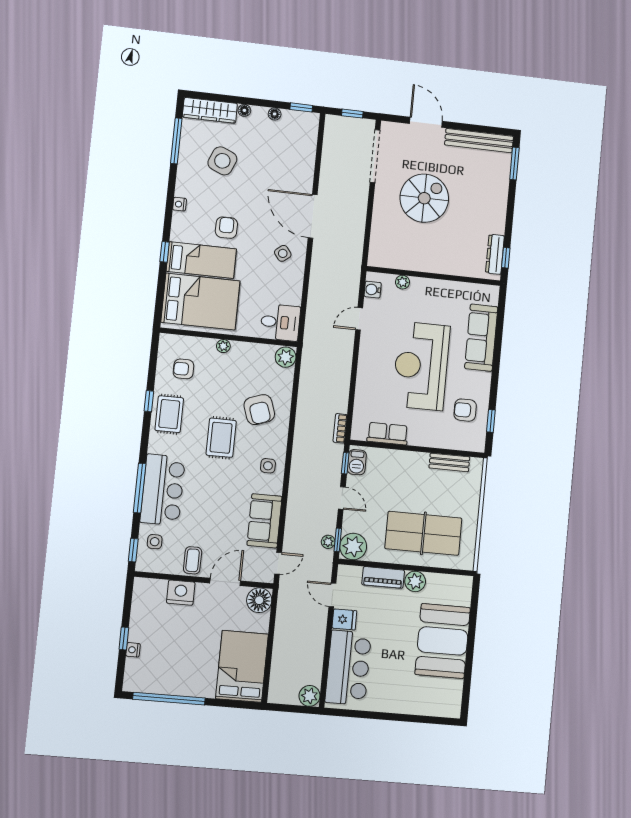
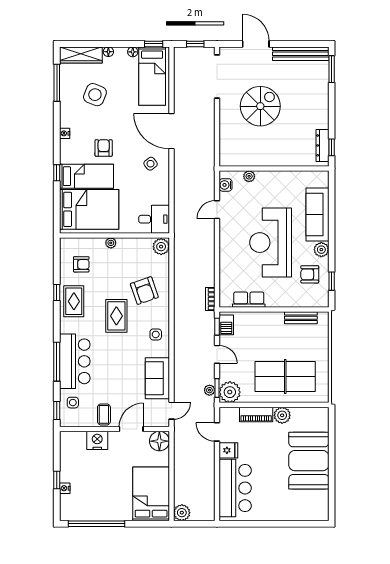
bed: (295, 146) -> (152, 76), added
armchair: (183, 369) -> (81, 264), turned 180
plant: (482, 381) -> (321, 250), added
plant: (310, 696) -> (182, 513), moved

